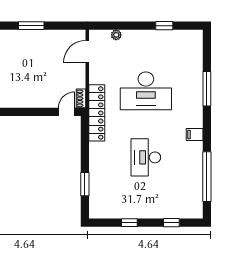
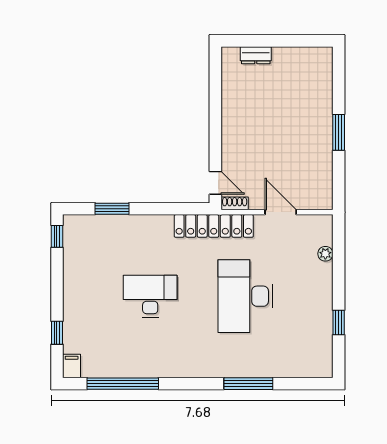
door: (87, 52) -> (281, 212), moved
filing cabinet: (195, 135) -> (72, 366), moved
window: (129, 223) -> (57, 236), moved

